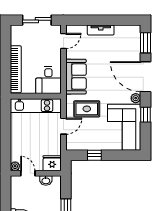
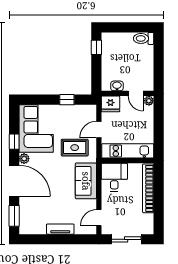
fridge: (52, 163) -> (110, 104), moved
plant: (15, 166) -> (149, 101), moved
door: (28, 173) -> (136, 93), moved
wall: (36, 173) -> (127, 93), moved
washbasin: (46, 181) -> (117, 86), moved

